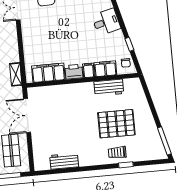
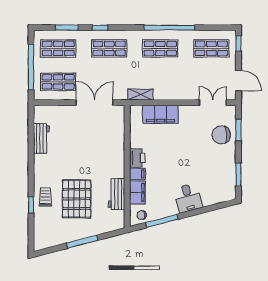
window: (129, 44) -> (162, 221), width x2.17
filing cabinet: (48, 73) -> (160, 114), moved, turned 90
window: (164, 141) -> (82, 242), moved

